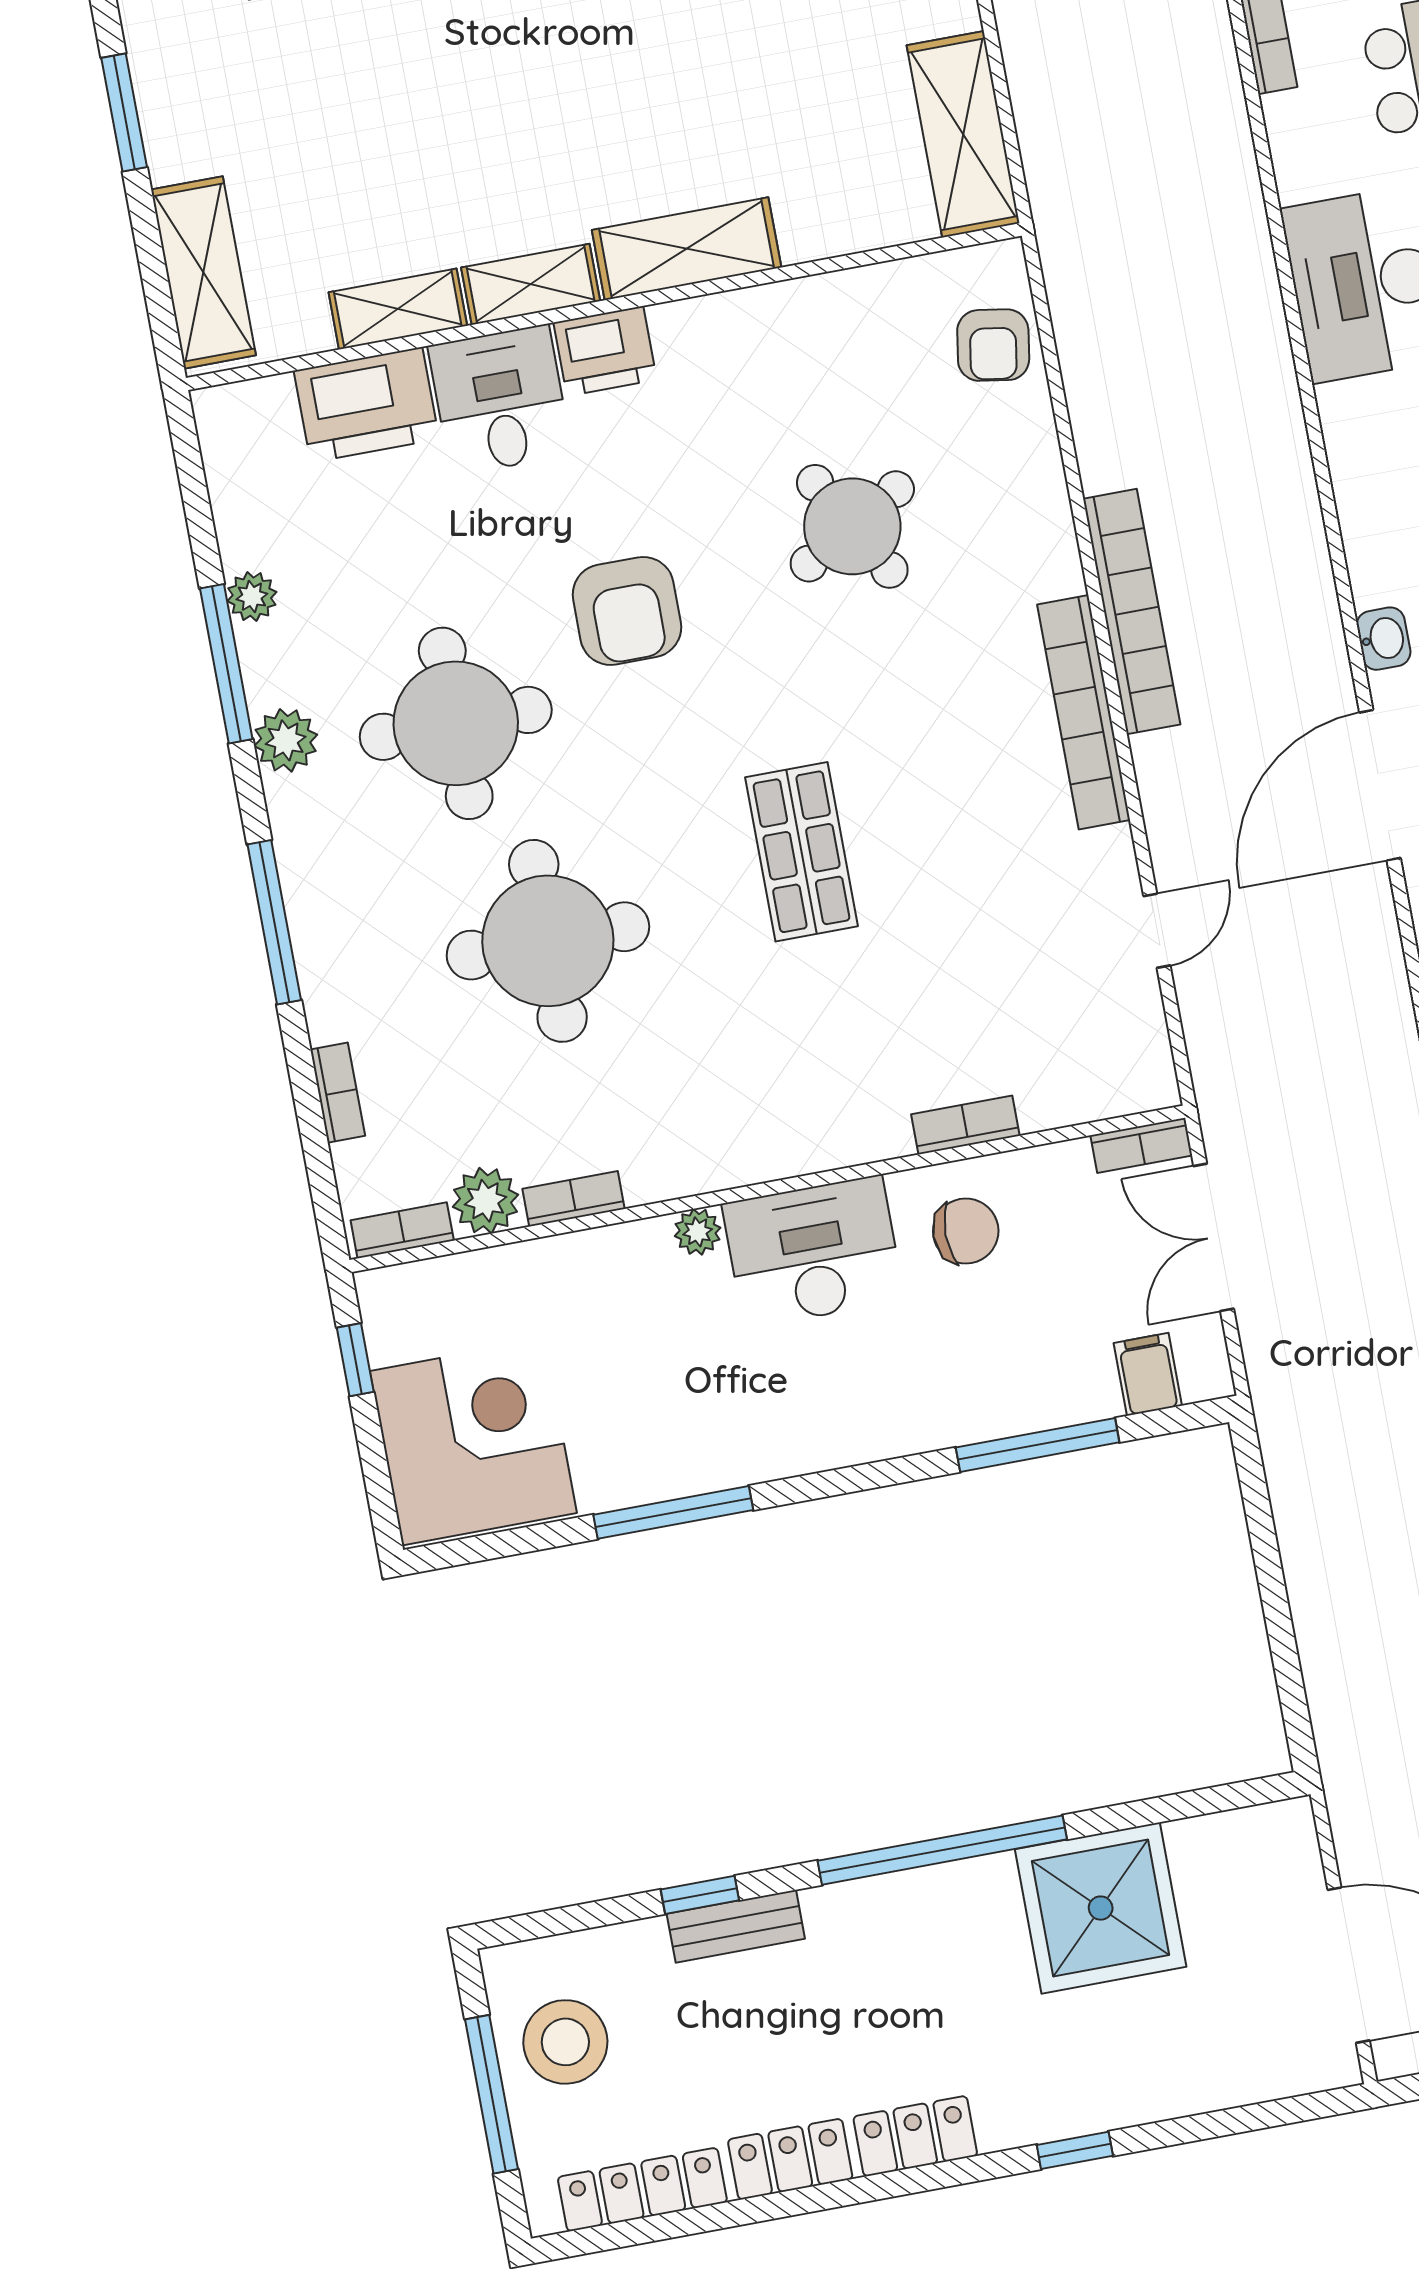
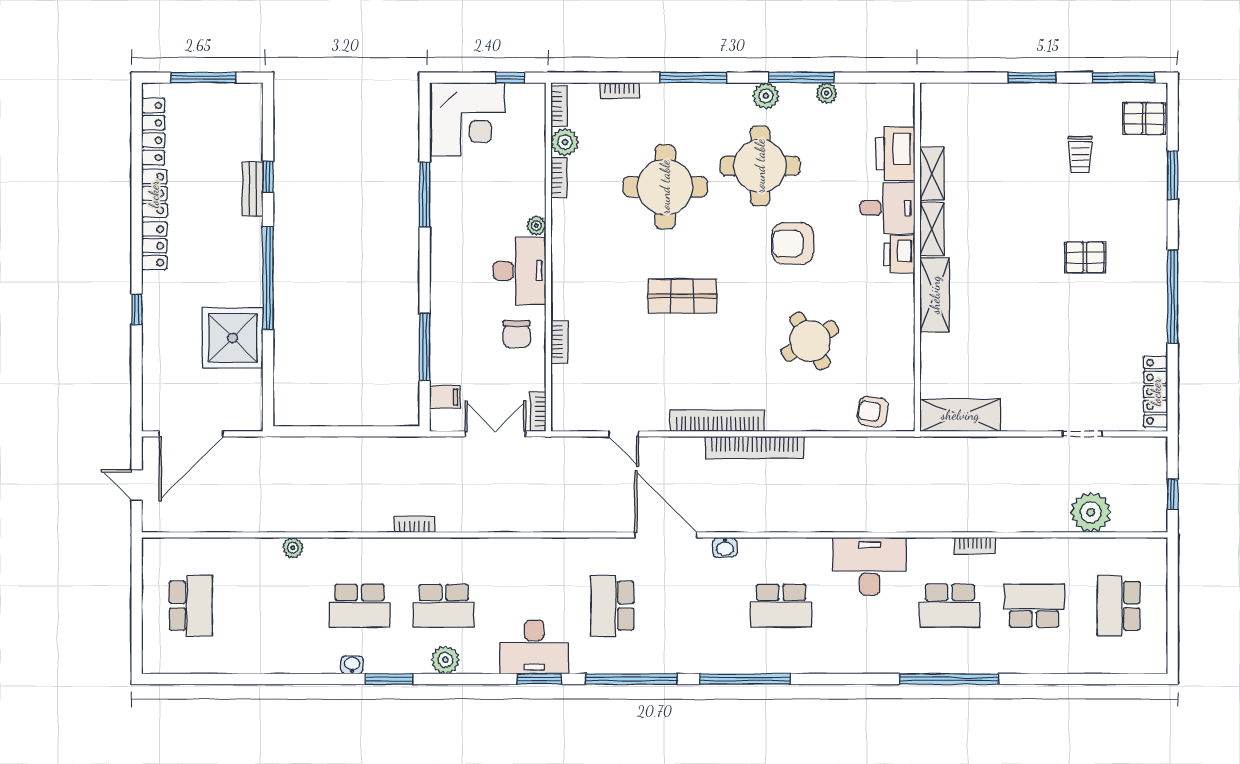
shelving: (203, 272) -> (961, 98), removed
stool: (565, 2042) -> (219, 111), removed

